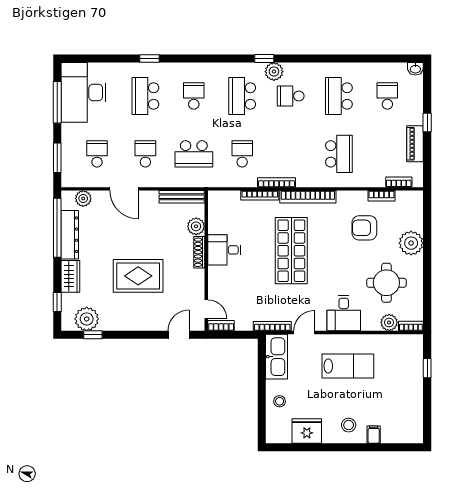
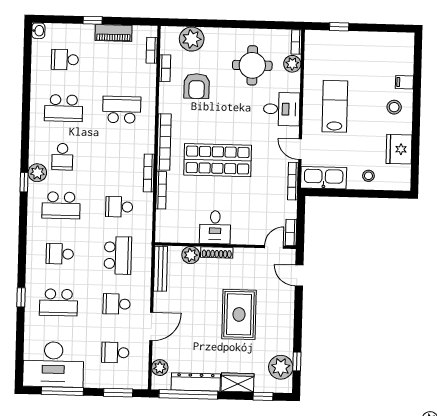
plant: (411, 243) -> (192, 39), moved

